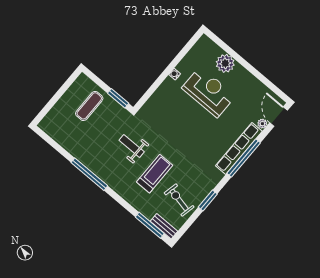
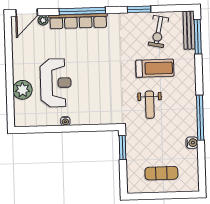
reception desk: (209, 92) -> (56, 83), turned 180
exercise mat: (89, 106) -> (161, 173), moved
water cooler: (77, 152) -> (192, 143), added
treadmill: (155, 174) -> (155, 68), turned 180
bench: (164, 226) -> (189, 30), width x1.36

